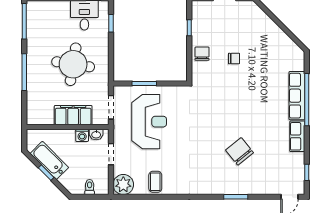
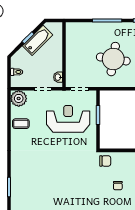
chair: (202, 54) -> (105, 161), moved
filing cabinet: (73, 115) -> (73, 59), removed
reception desk: (149, 122) -> (68, 119), turned 180
washing machine: (82, 135) -> (57, 66), removed
chair: (240, 151) -> (45, 190), removed

